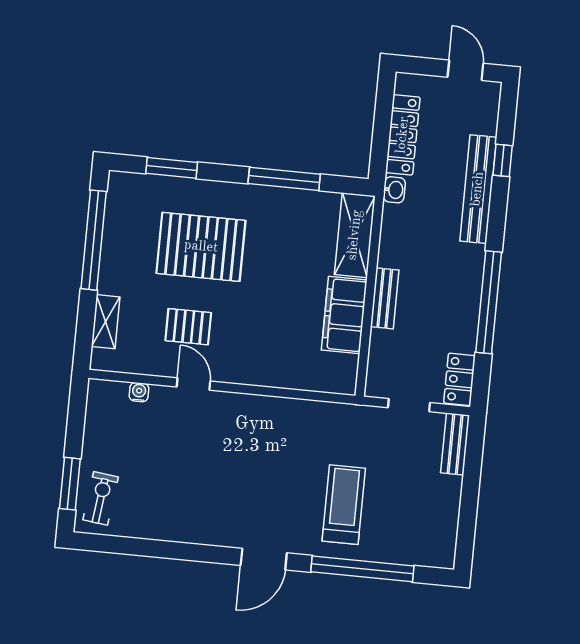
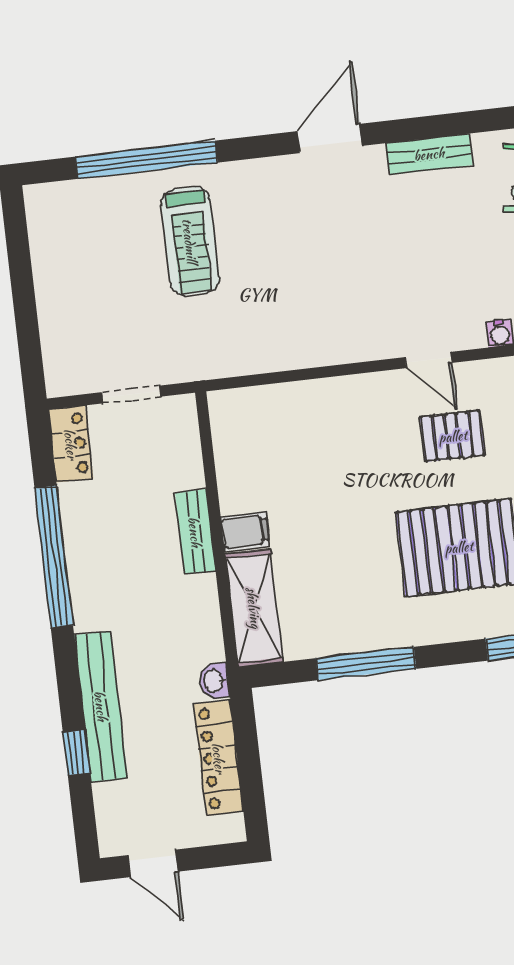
filing cabinet: (344, 315) -> (245, 532), width x0.33, depth x0.86
bench: (455, 444) -> (429, 154), moved, turned 90
door: (264, 559) -> (330, 138), moved

